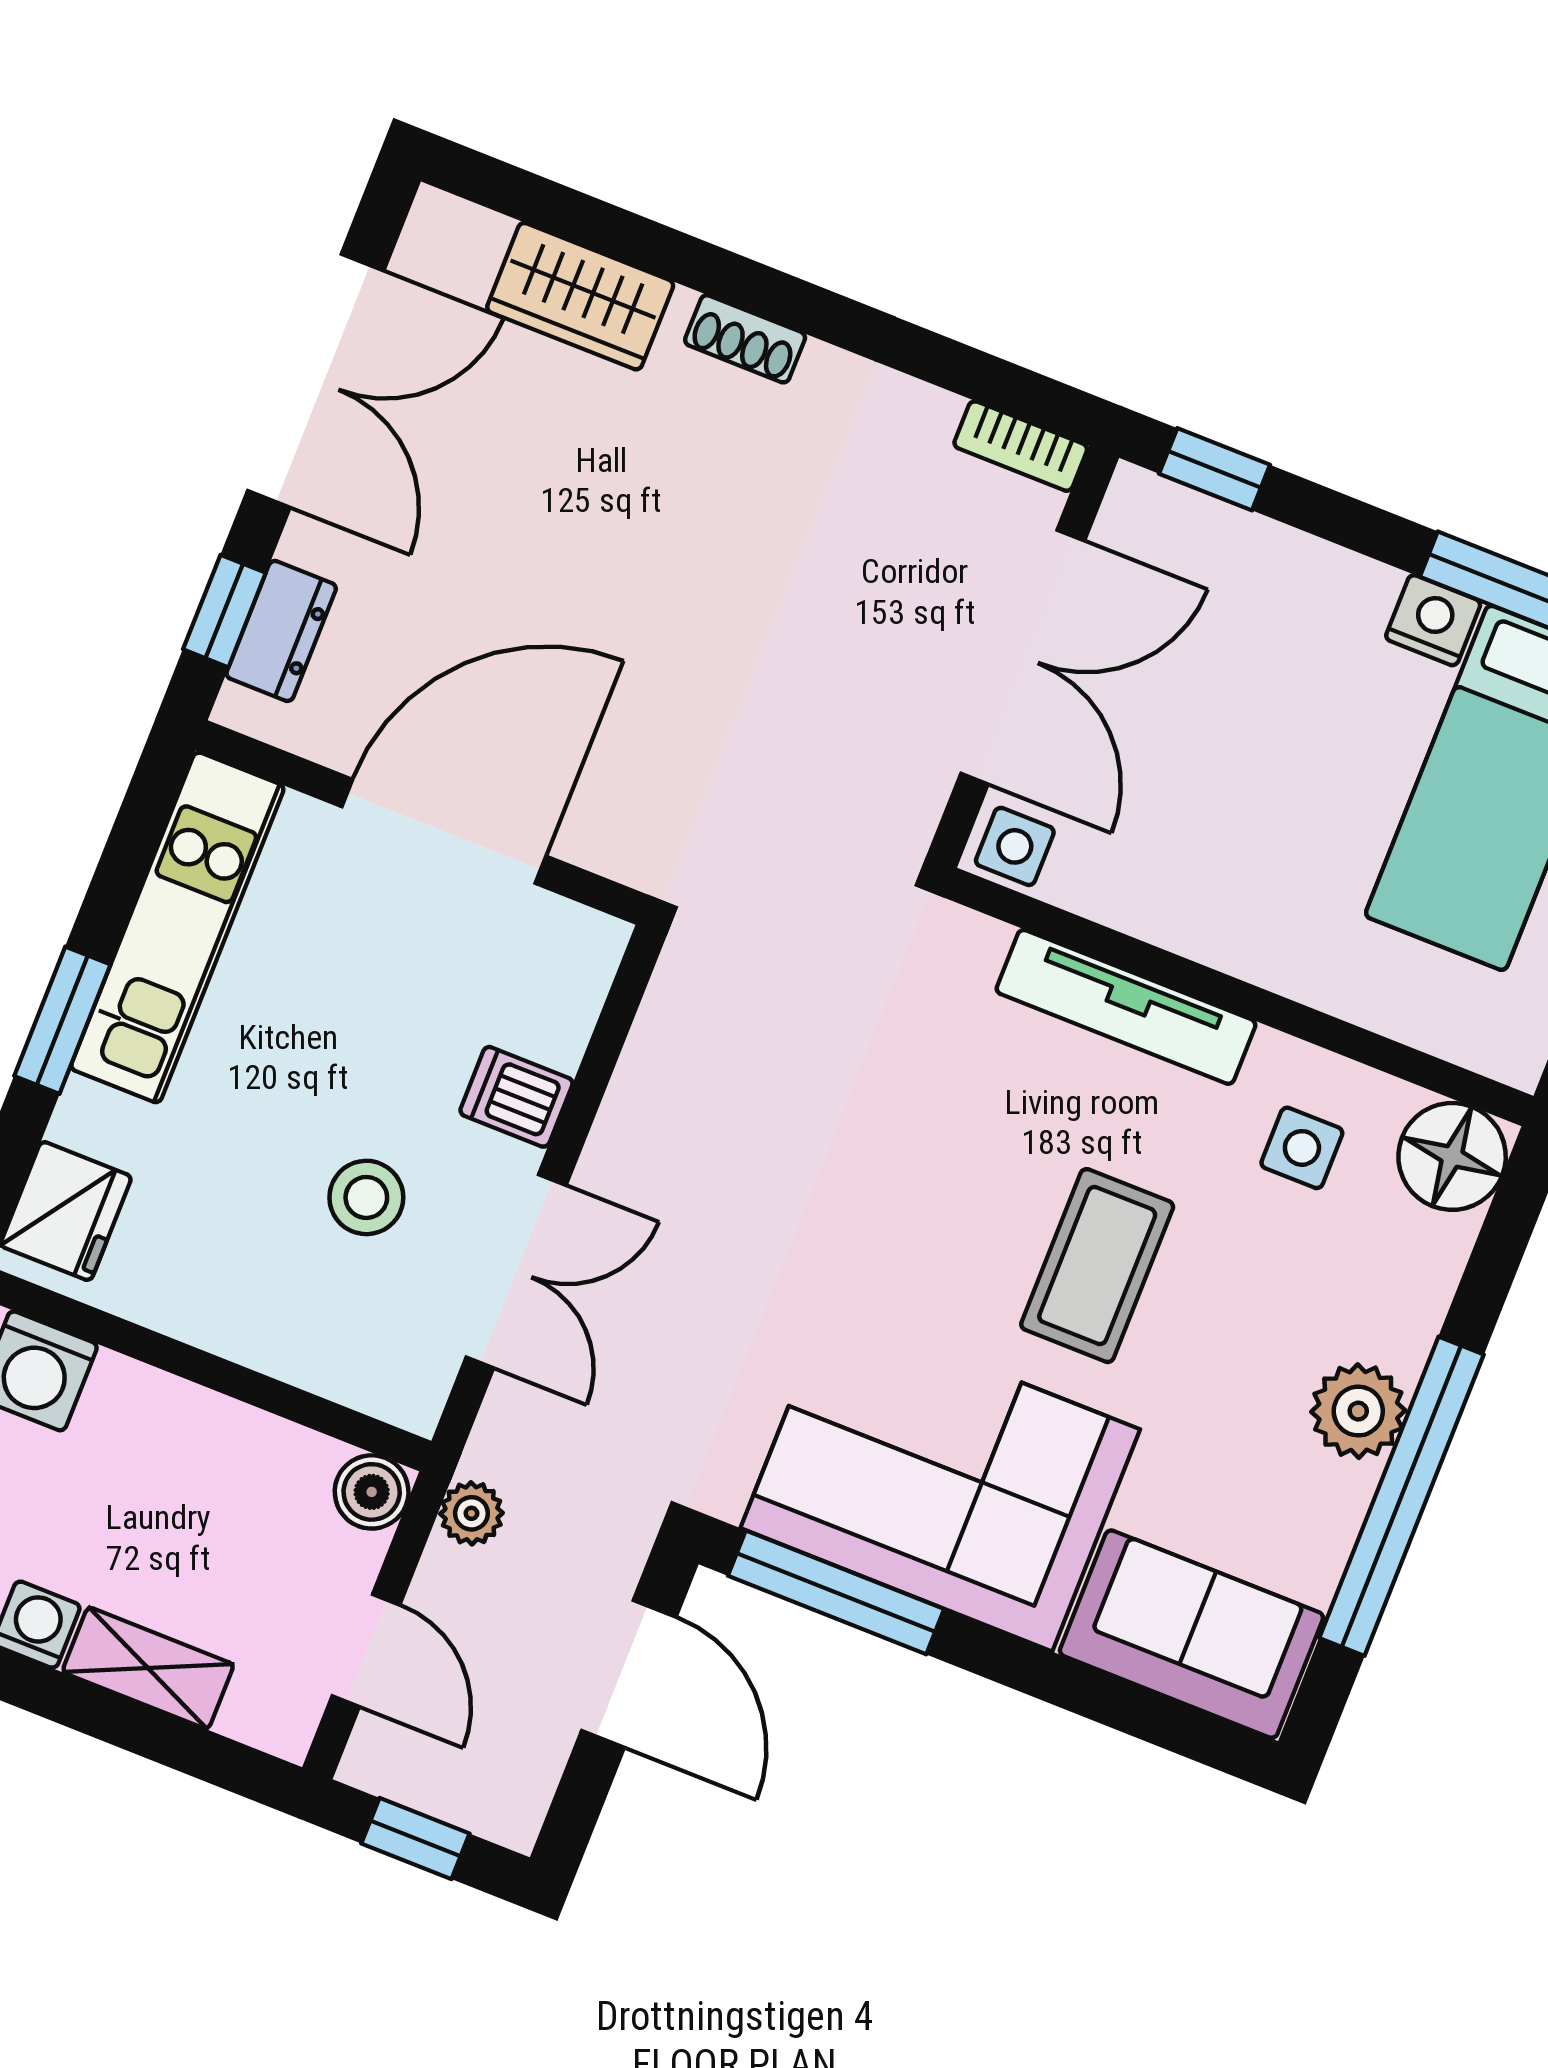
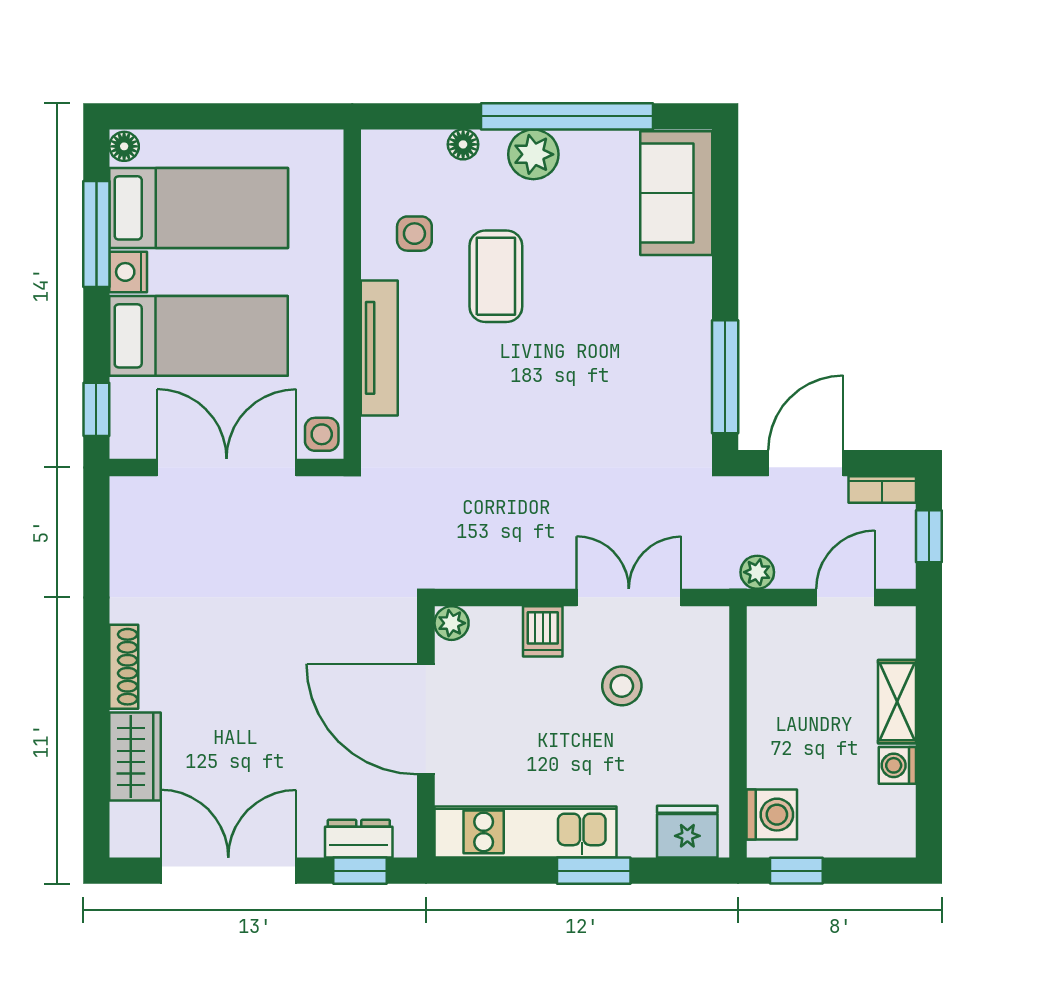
shoe rack: (745, 339) -> (124, 667), width x1.43
bookcase: (1021, 446) -> (882, 490), moved, turned 90
bed: (1272, 699) -> (198, 336), added
plant: (594, 943) -> (452, 623), added
floor lamp: (1452, 1156) -> (463, 144), moved, width x0.53, depth x0.53
coffee table: (1097, 1266) -> (496, 276), moved, turned 90
corner sofa: (940, 1479) -> (649, 347), removed
boiler: (372, 1492) -> (766, 626), removed

